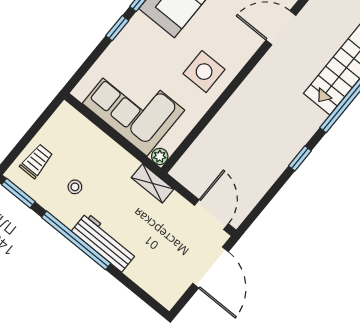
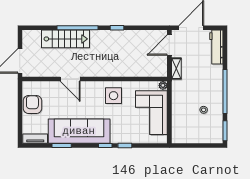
trolley: (37, 161) -> (206, 134), removed
shelving: (152, 183) -> (176, 69), moved
workbench: (104, 242) -> (216, 47), moved

